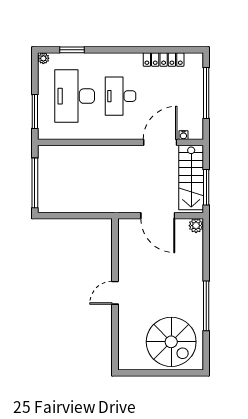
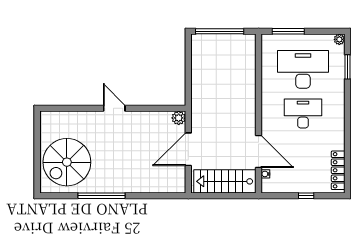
locker: (164, 60) -> (338, 170), moved
window: (206, 93) -> (306, 196), width x0.32
window: (206, 187) -> (215, 196), removed
plant: (196, 226) -> (179, 118), moved

